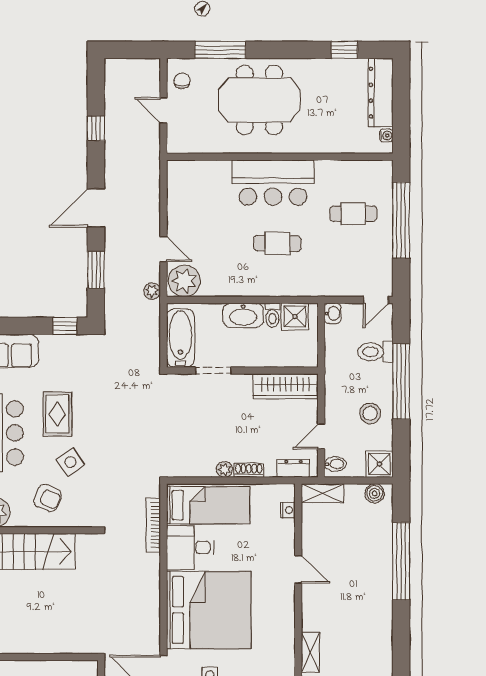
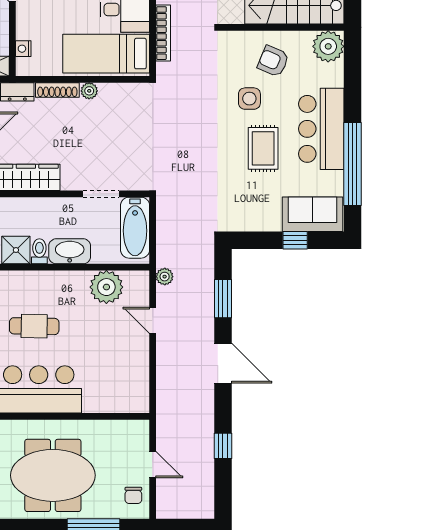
door: (96, 208) -> (223, 363), hinge flipped
plant: (184, 281) -> (106, 287), moved
window: (65, 326) -> (295, 240), moved
side table: (70, 462) -> (249, 99), turned 35
shoe rack: (249, 470) -> (57, 90), width x1.43

